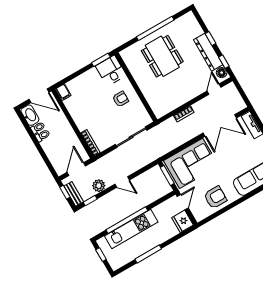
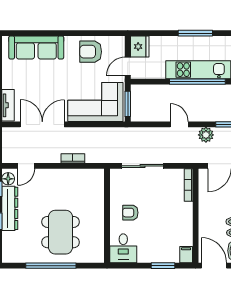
window: (101, 60) -> (163, 266), moved

